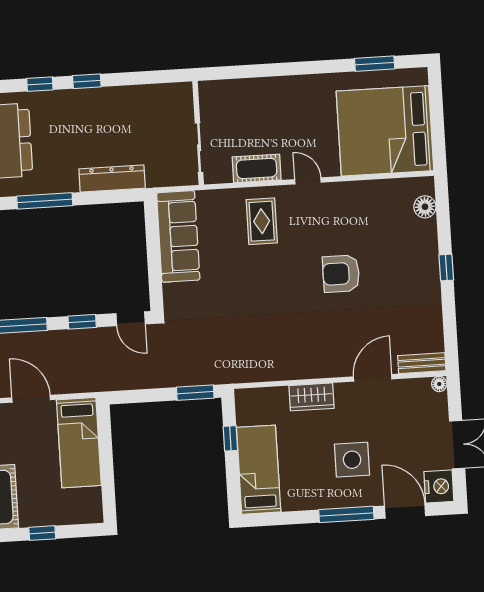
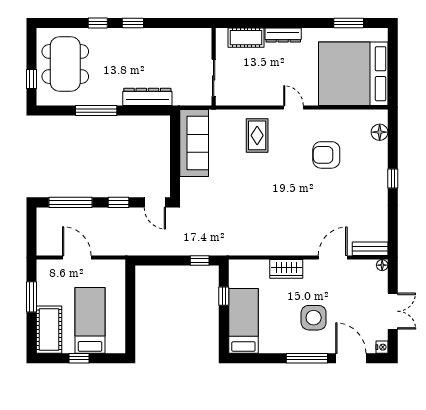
dresser: (288, 85) -> (283, 35), added
cot: (257, 168) -> (246, 38), moved
armchair: (341, 274) -> (326, 155), moved
window: (195, 393) -> (200, 260), width x0.67
bed: (79, 443) -> (90, 320), moved, turned 180
nightstand: (439, 486) -> (382, 347), width x0.53, depth x0.56

